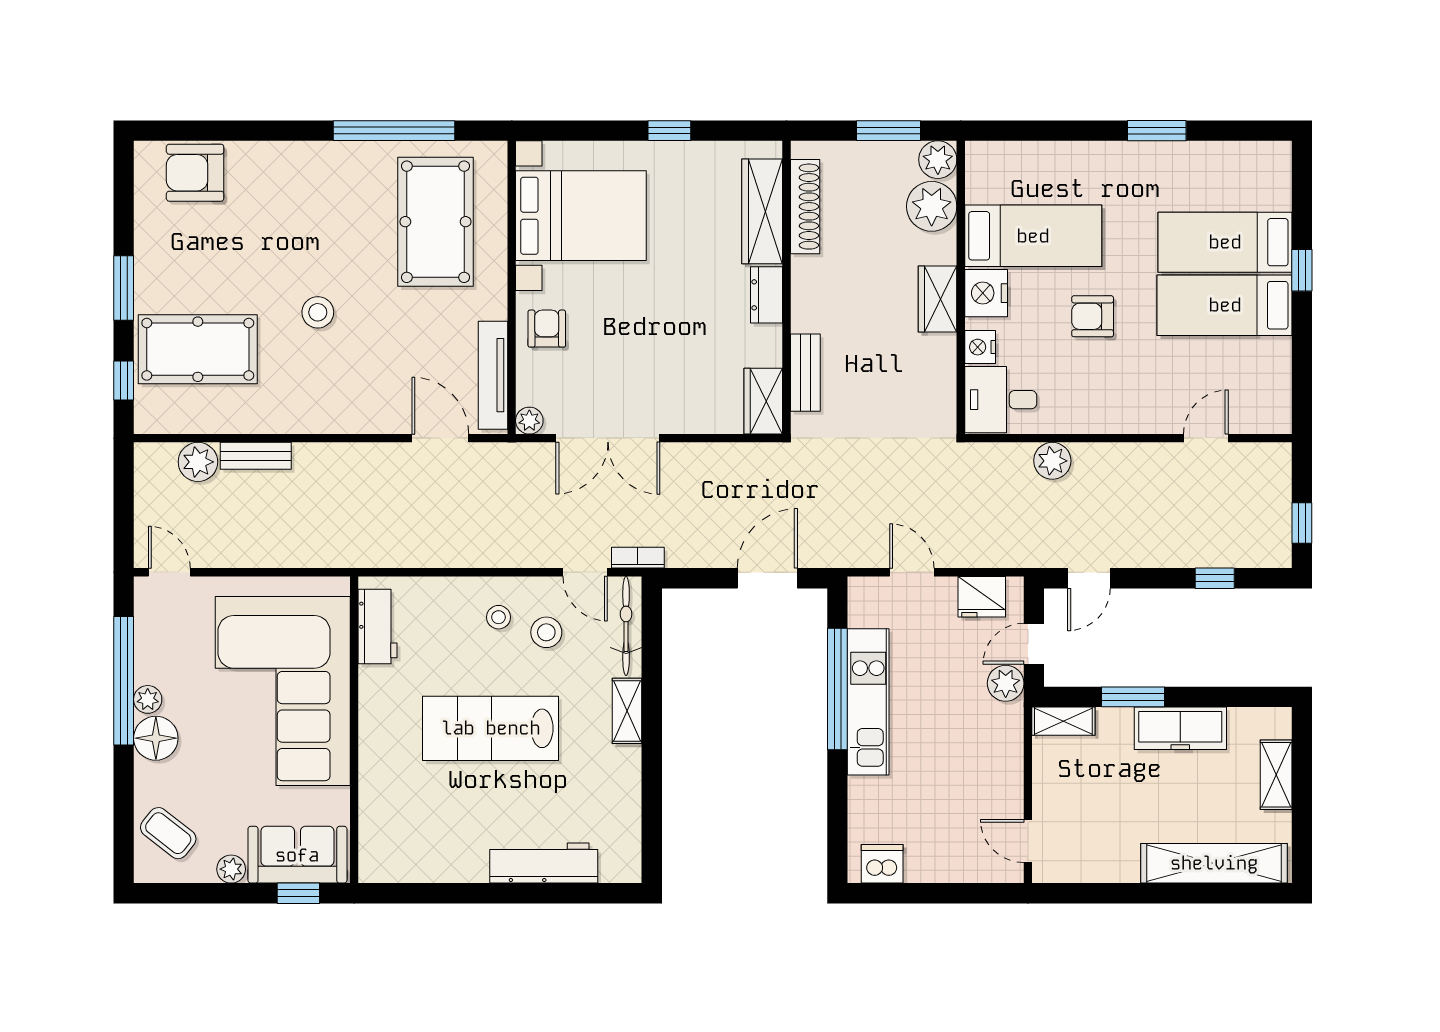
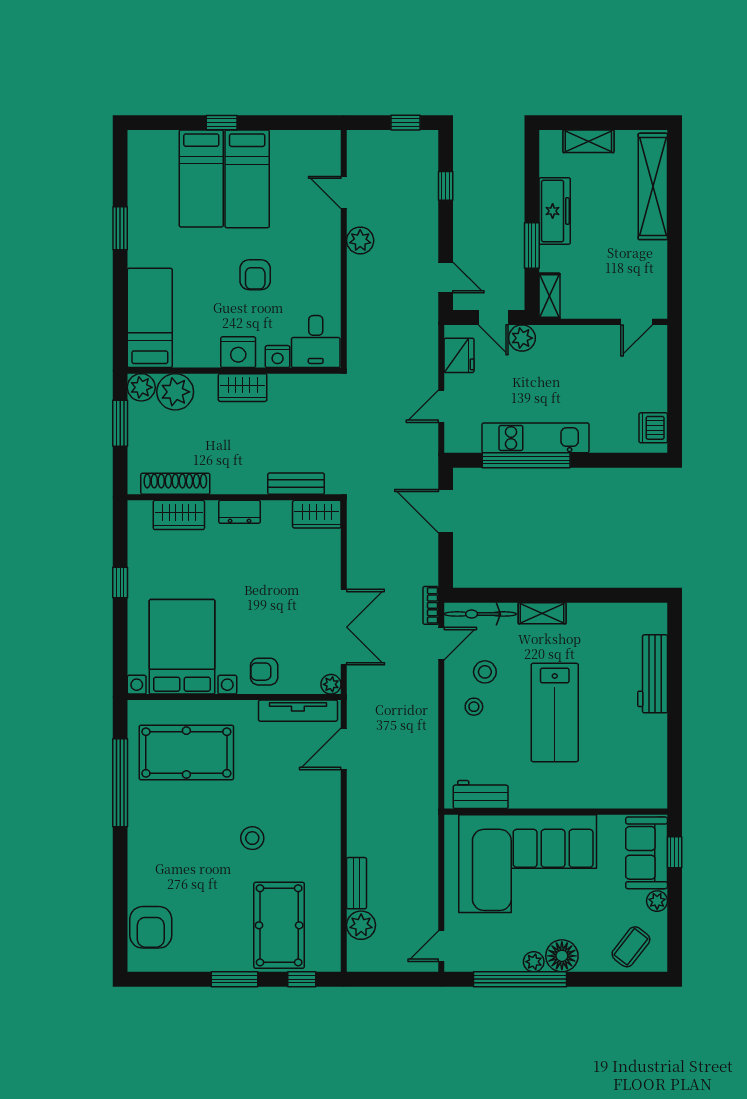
wardrobe: (762, 211) -> (179, 515), width x0.67
bed: (1033, 236) -> (150, 318), moved
plant: (1052, 461) -> (360, 240), moved

